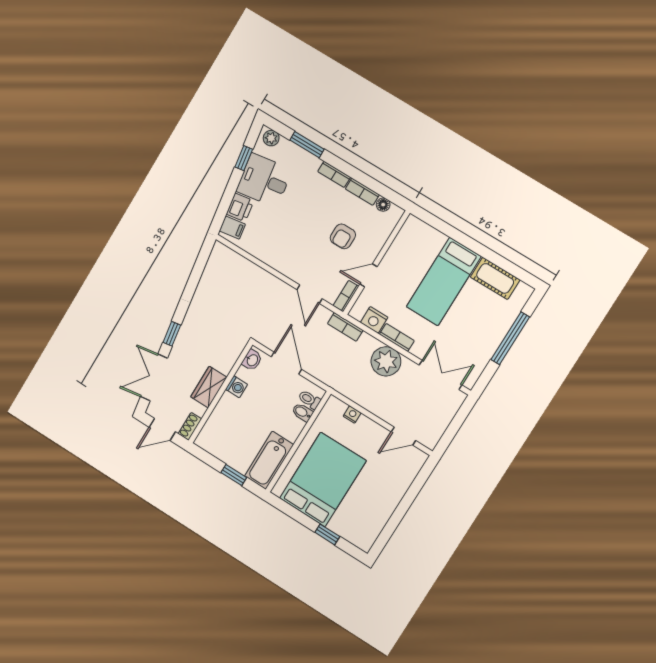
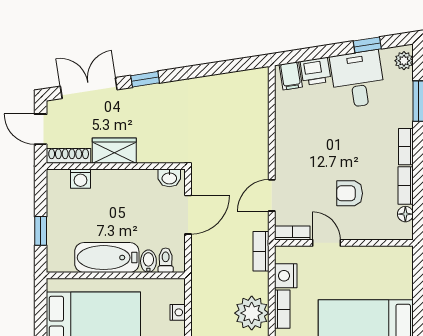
washing machine: (236, 387) -> (80, 179), moved
shoe rack: (190, 426) -> (69, 156), width x1.43
bathtub: (269, 460) -> (107, 258), moved

